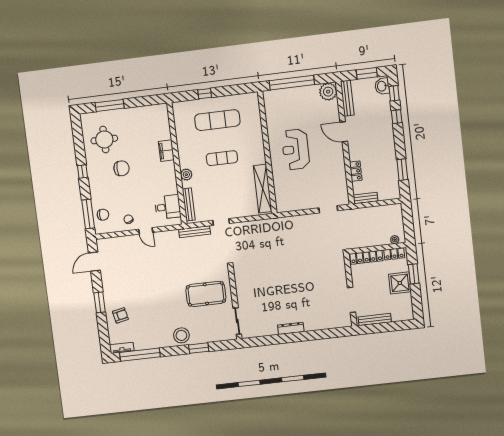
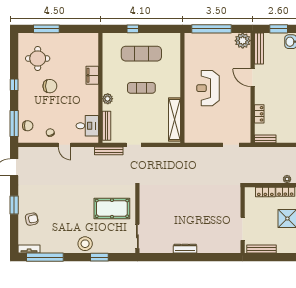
locker: (366, 257) -> (265, 192), width x0.66

